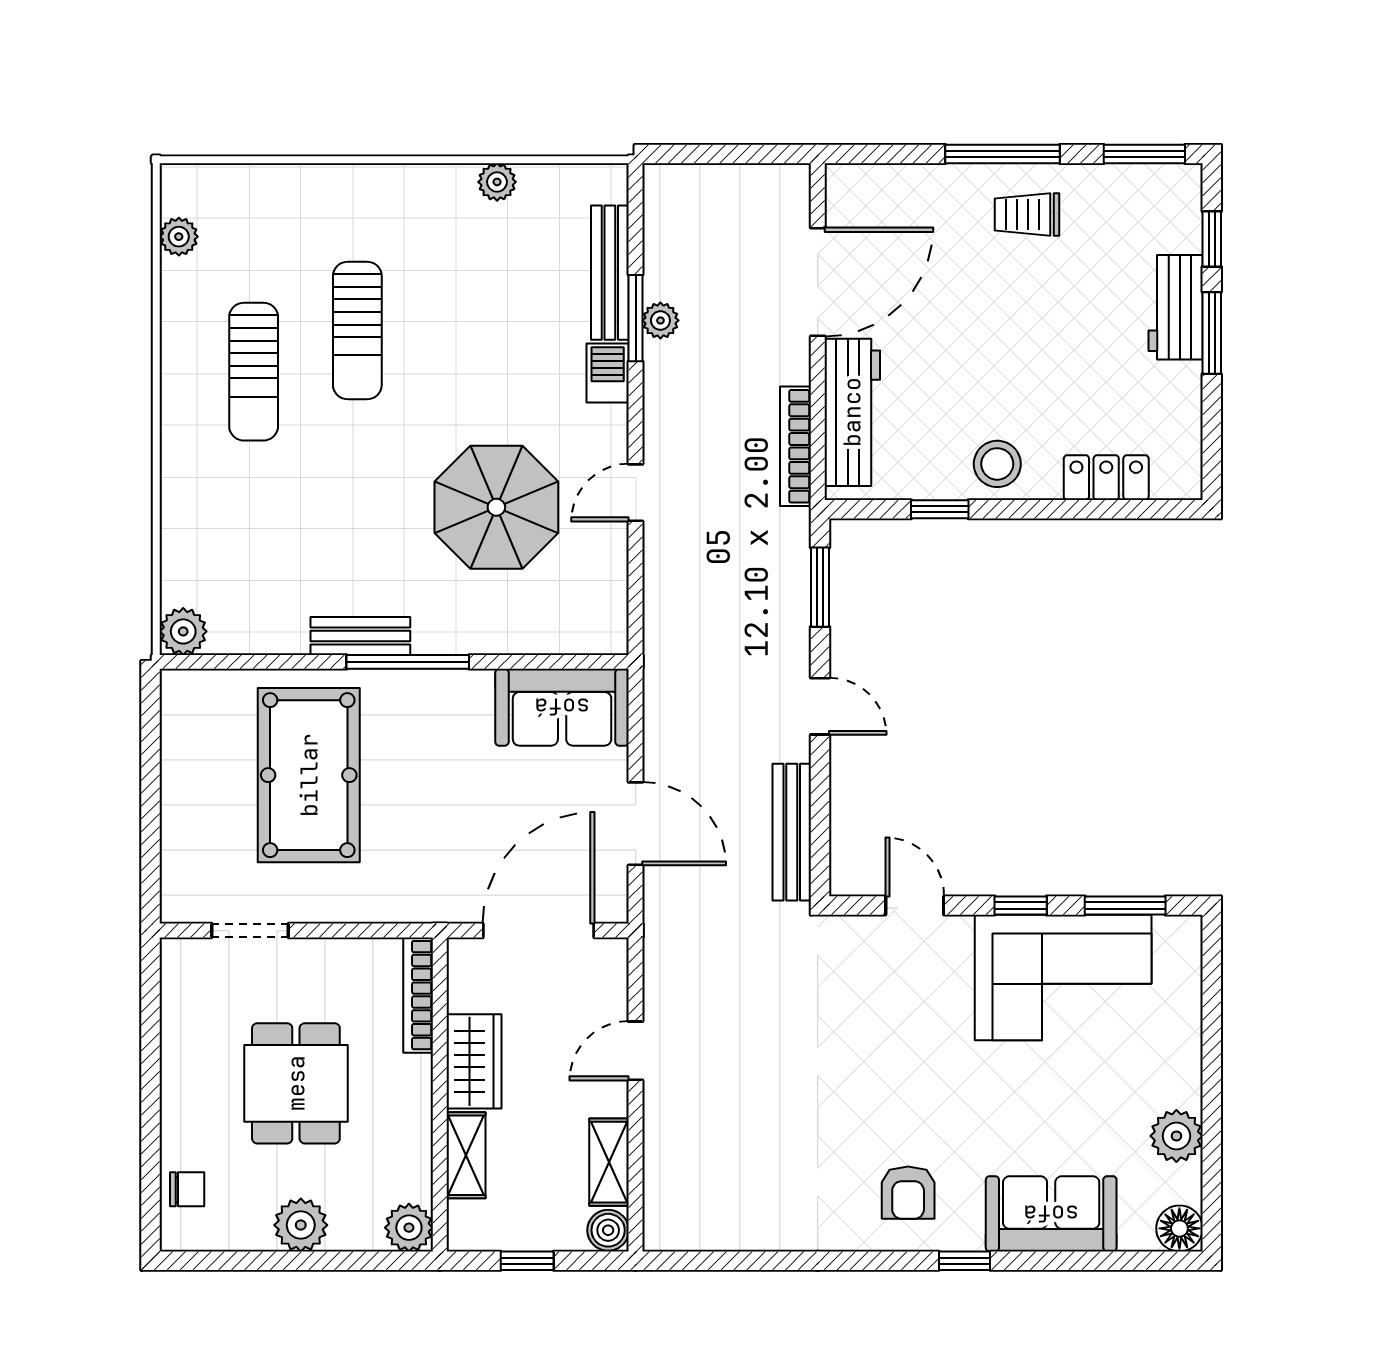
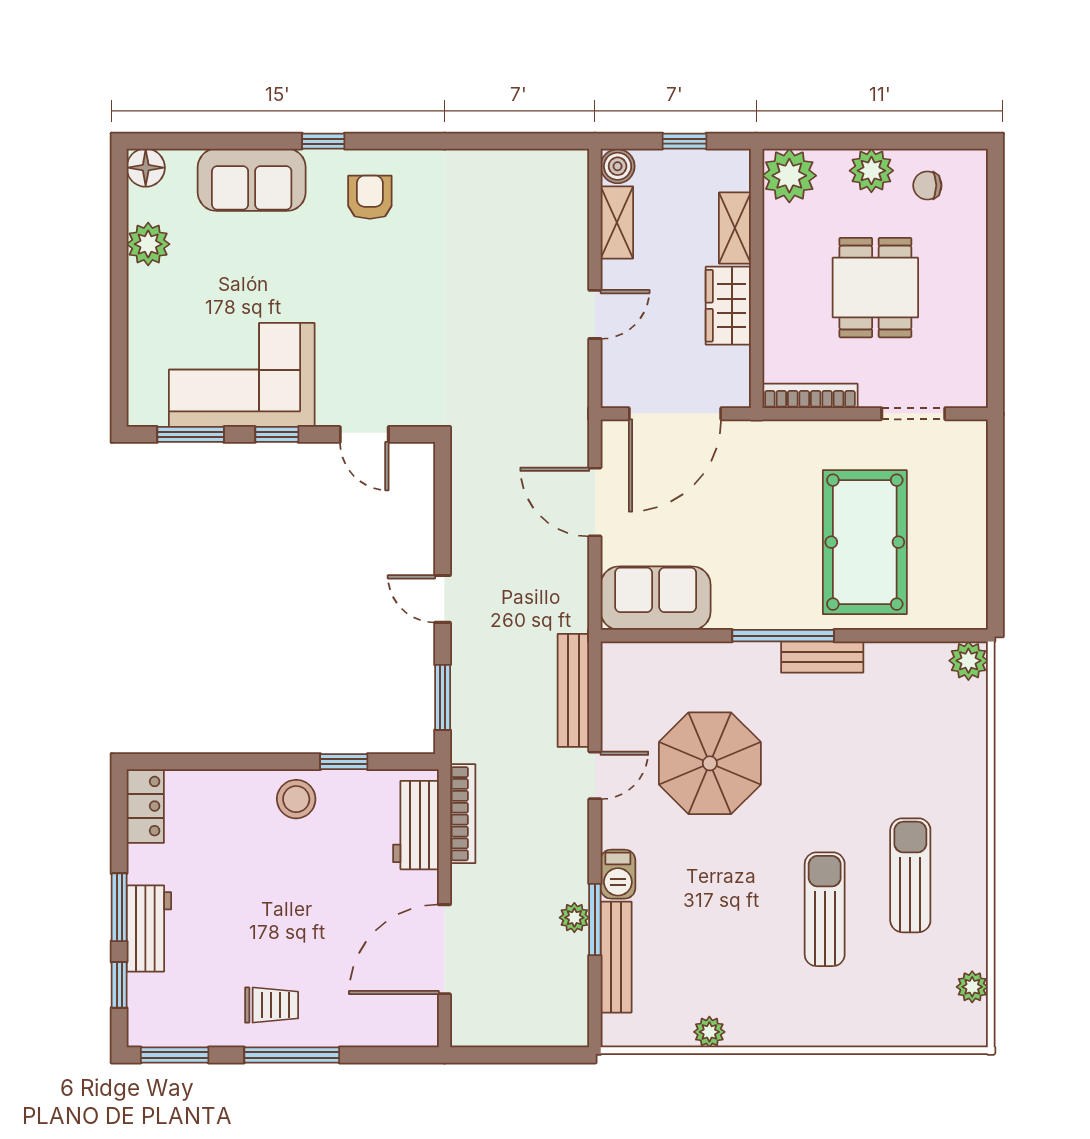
workbench: (852, 412) -> (416, 825), width x0.73
locker: (1106, 478) -> (145, 806), moved, turned -90
bench: (792, 832) -> (573, 690), moved
bookcase: (418, 995) -> (810, 396), moved, turned -90
chair: (187, 1189) -> (927, 185), moved
plant: (409, 1228) -> (789, 176), width x1.36, depth x1.36

